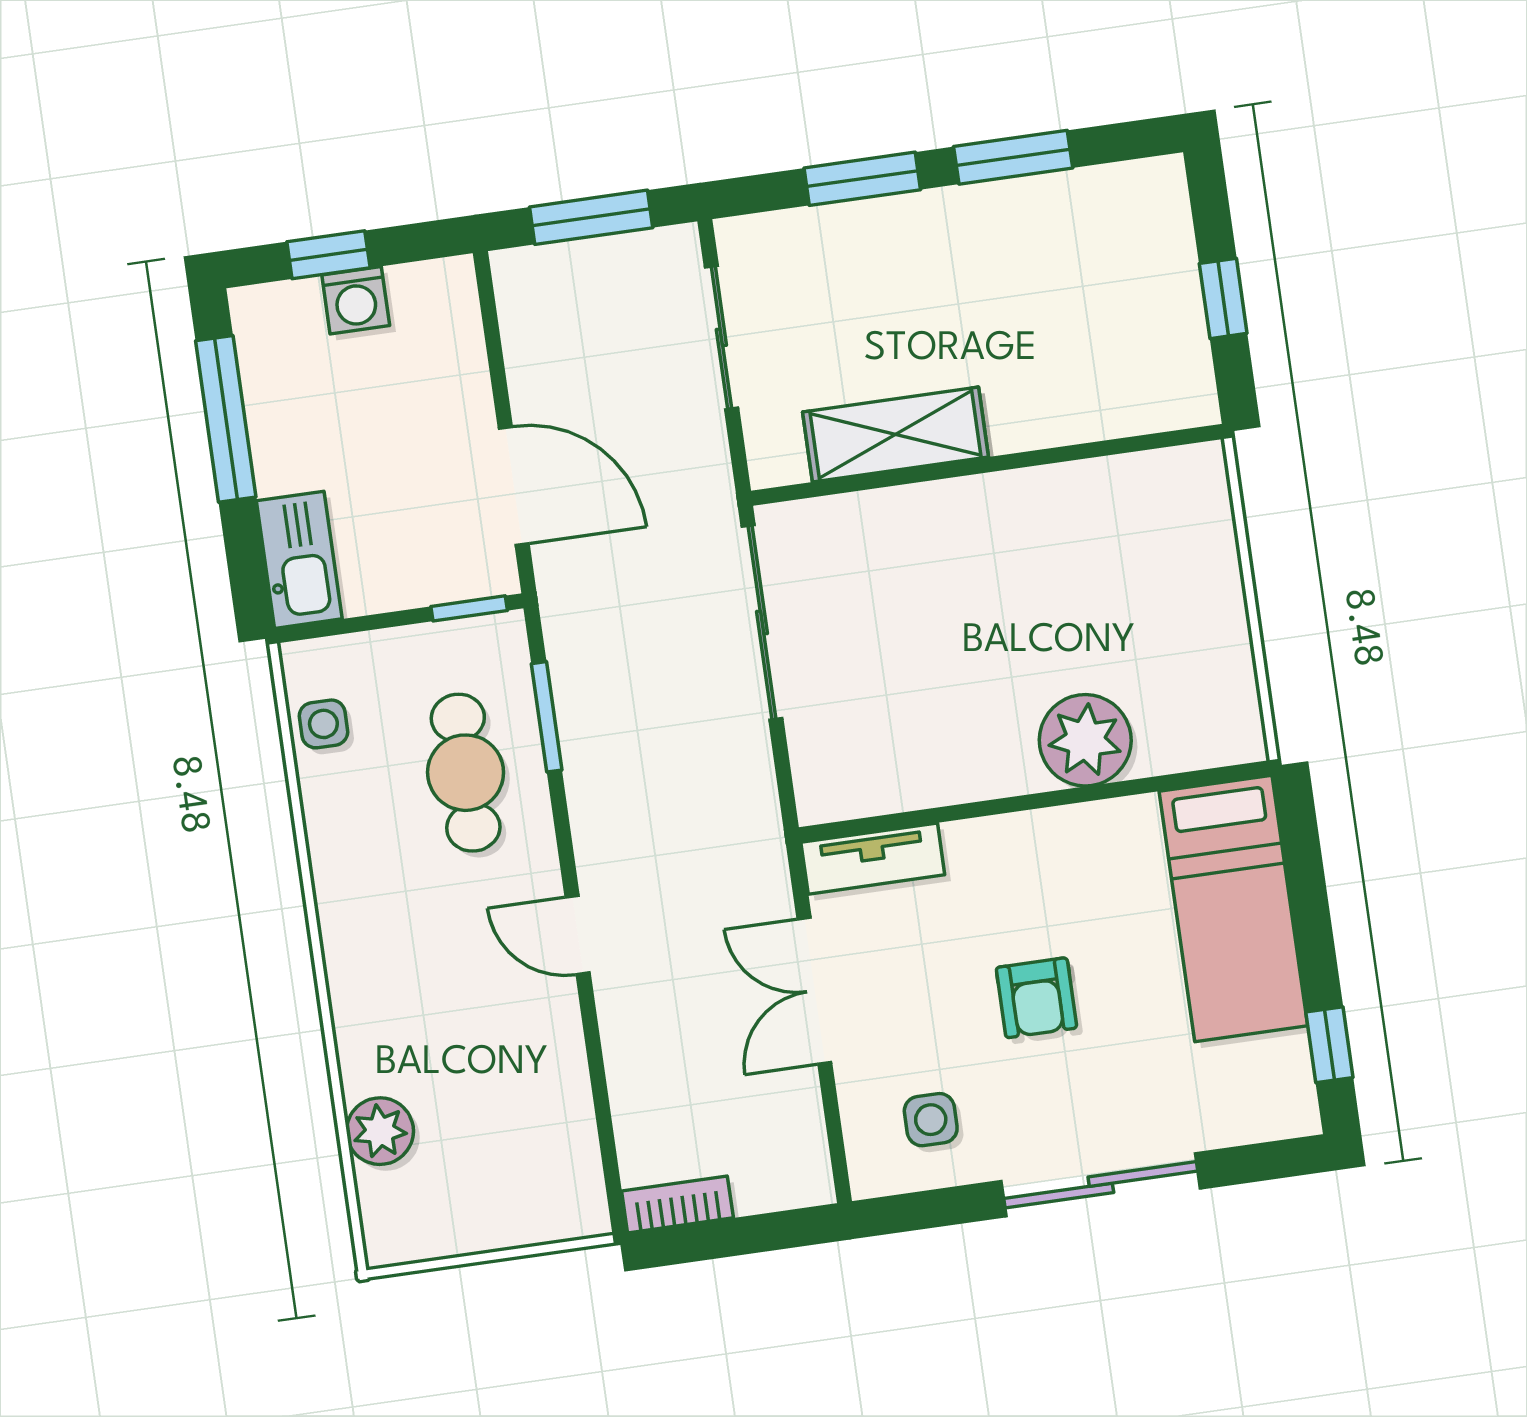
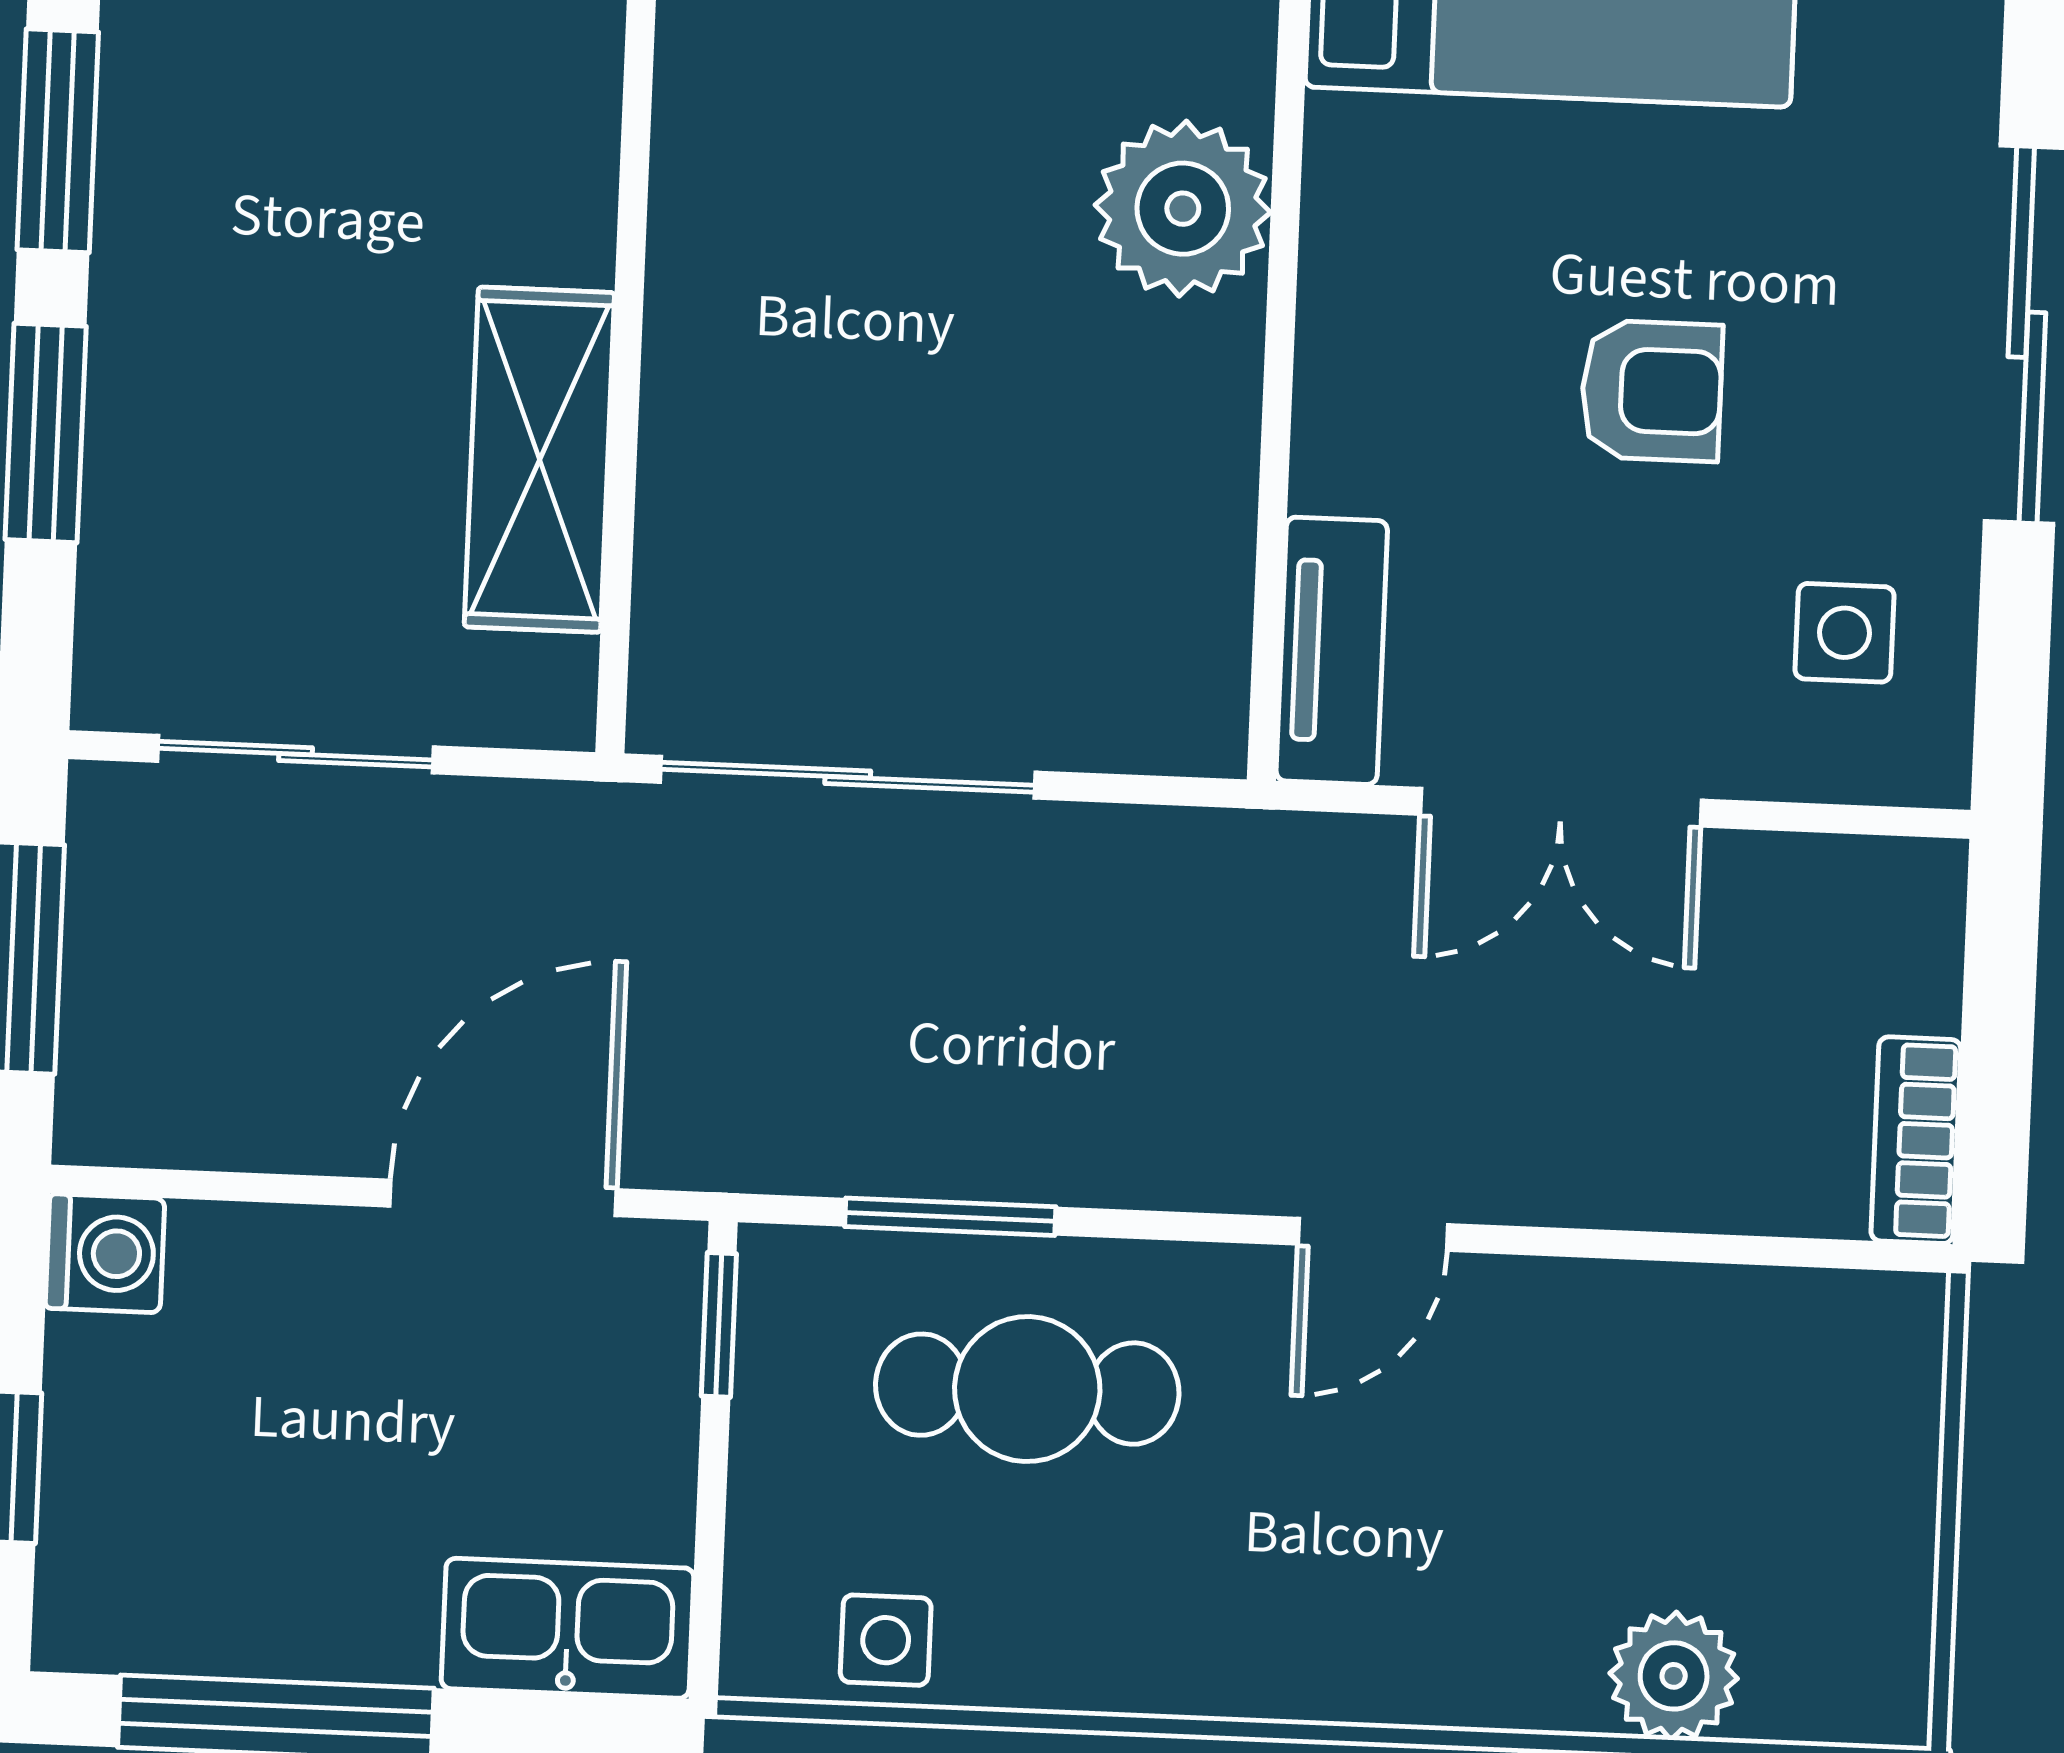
washing machine: (356, 300) -> (105, 1253), moved

